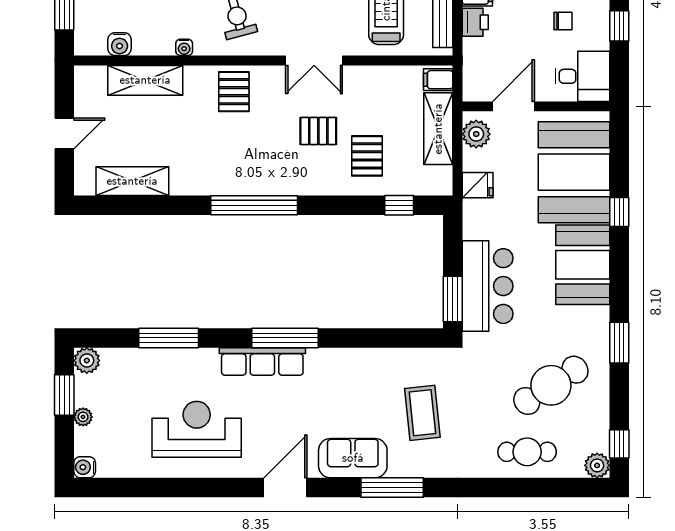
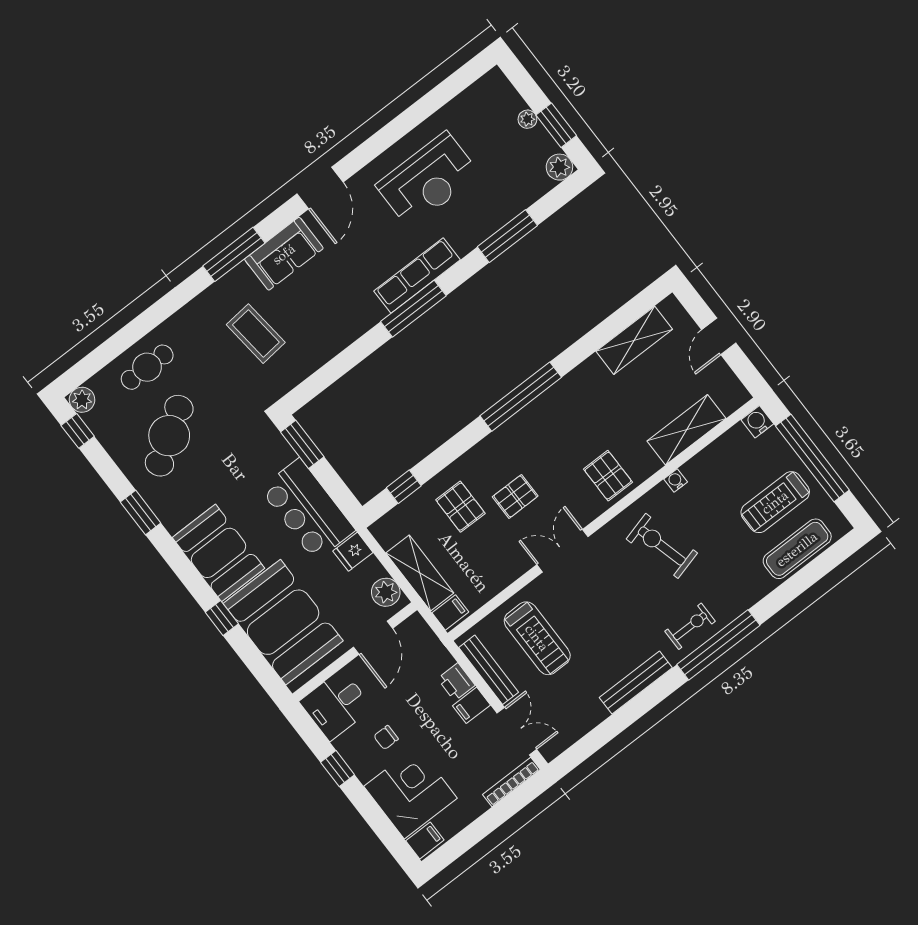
water cooler: (120, 44) -> (757, 422), moved
bar counter: (488, 286) -> (307, 509), moved
water cooler: (85, 467) -> (495, 80), removed

